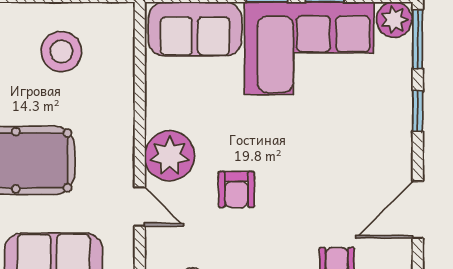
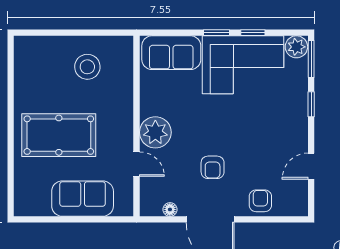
armchair: (236, 189) -> (213, 167), moved
door: (418, 210) -> (311, 166), width x0.73

